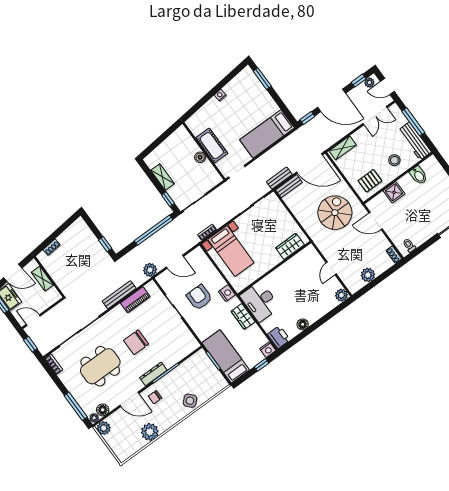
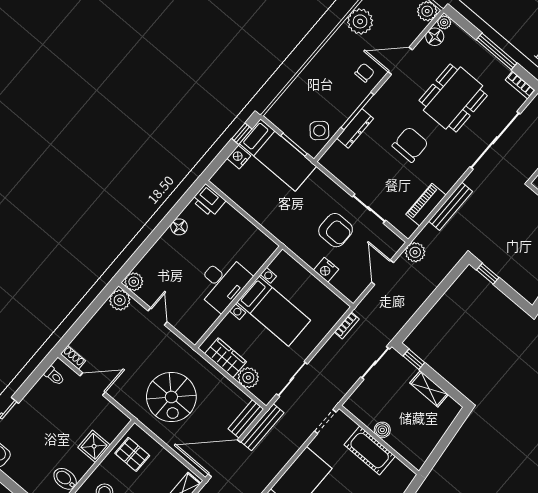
bench: (279, 178) -> (262, 427), width x1.36
pallet: (370, 181) -> (132, 454), turned 90
plant: (281, 213) -> (248, 378), added
door: (376, 221) -> (93, 384), moved
window: (154, 230) -> (424, 310), removed
wardrobe: (290, 246) -> (226, 358), moved, turned -90
bed with nightstands: (231, 251) -> (274, 311), moved, turned 180
door: (175, 262) -> (383, 272), hinge flipped
plant: (368, 275) -> (120, 300), moved
nightstand: (227, 293) -> (326, 270), moved
desk: (260, 301) -> (223, 283), moved, turned 90
wardrobe: (243, 316) -> (267, 218), removed
nightstand: (268, 350) -> (239, 157), moved
window: (261, 365) -> (242, 134), moved
dresser: (153, 374) -> (355, 128), moved
side table: (190, 401) -> (319, 131), moved
window: (76, 406) -> (497, 51), moved

